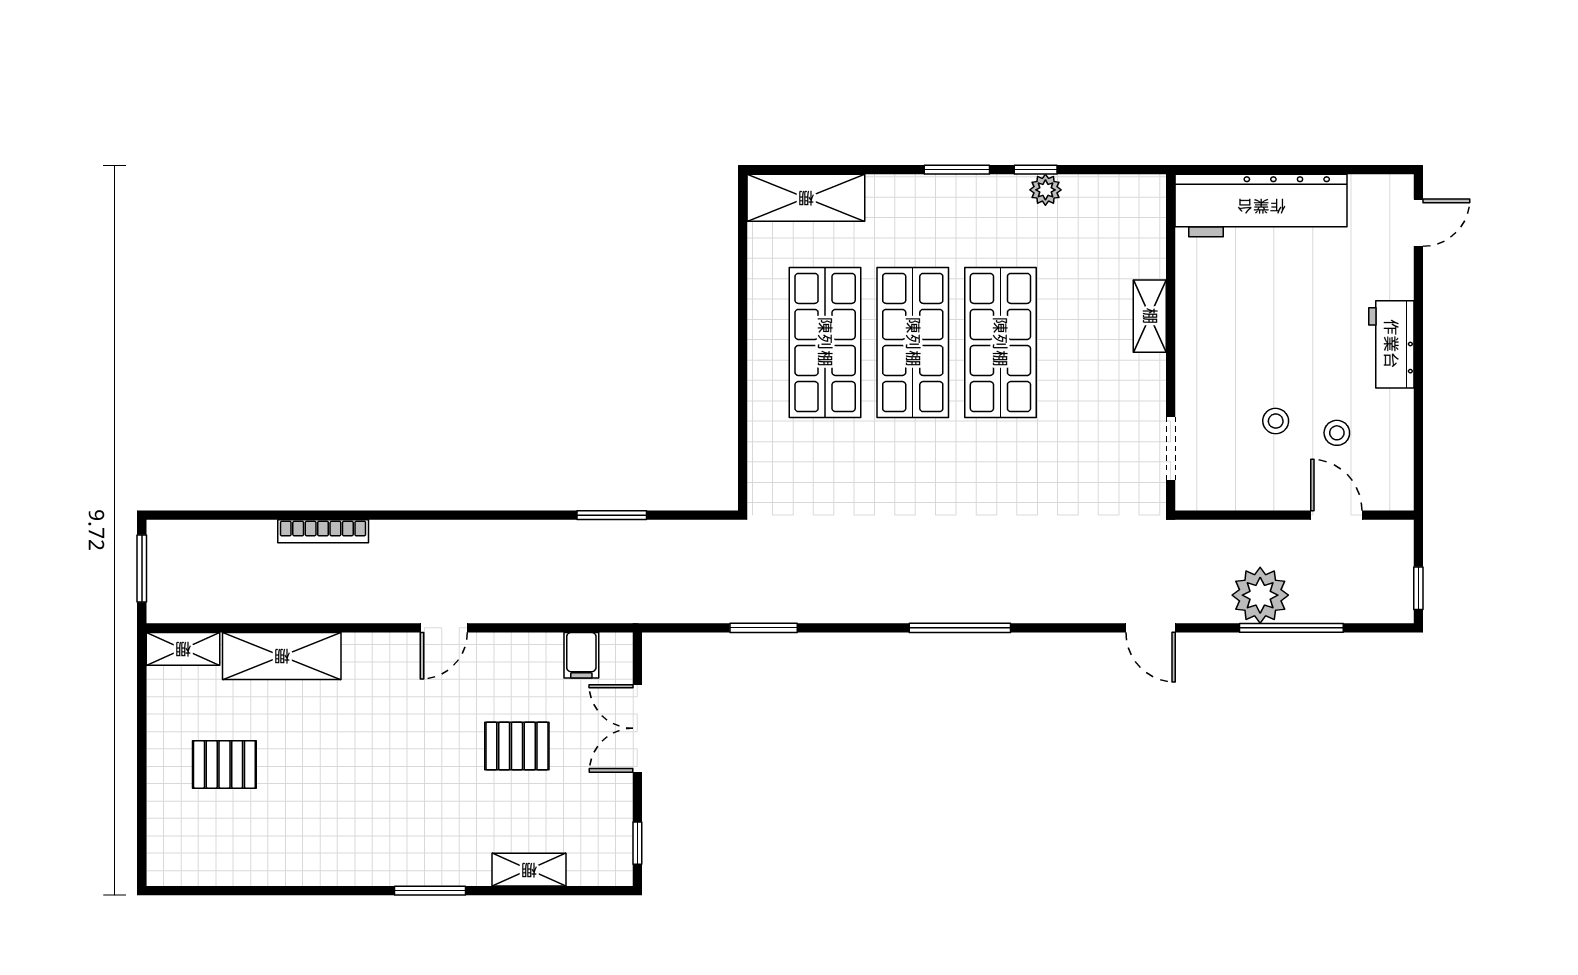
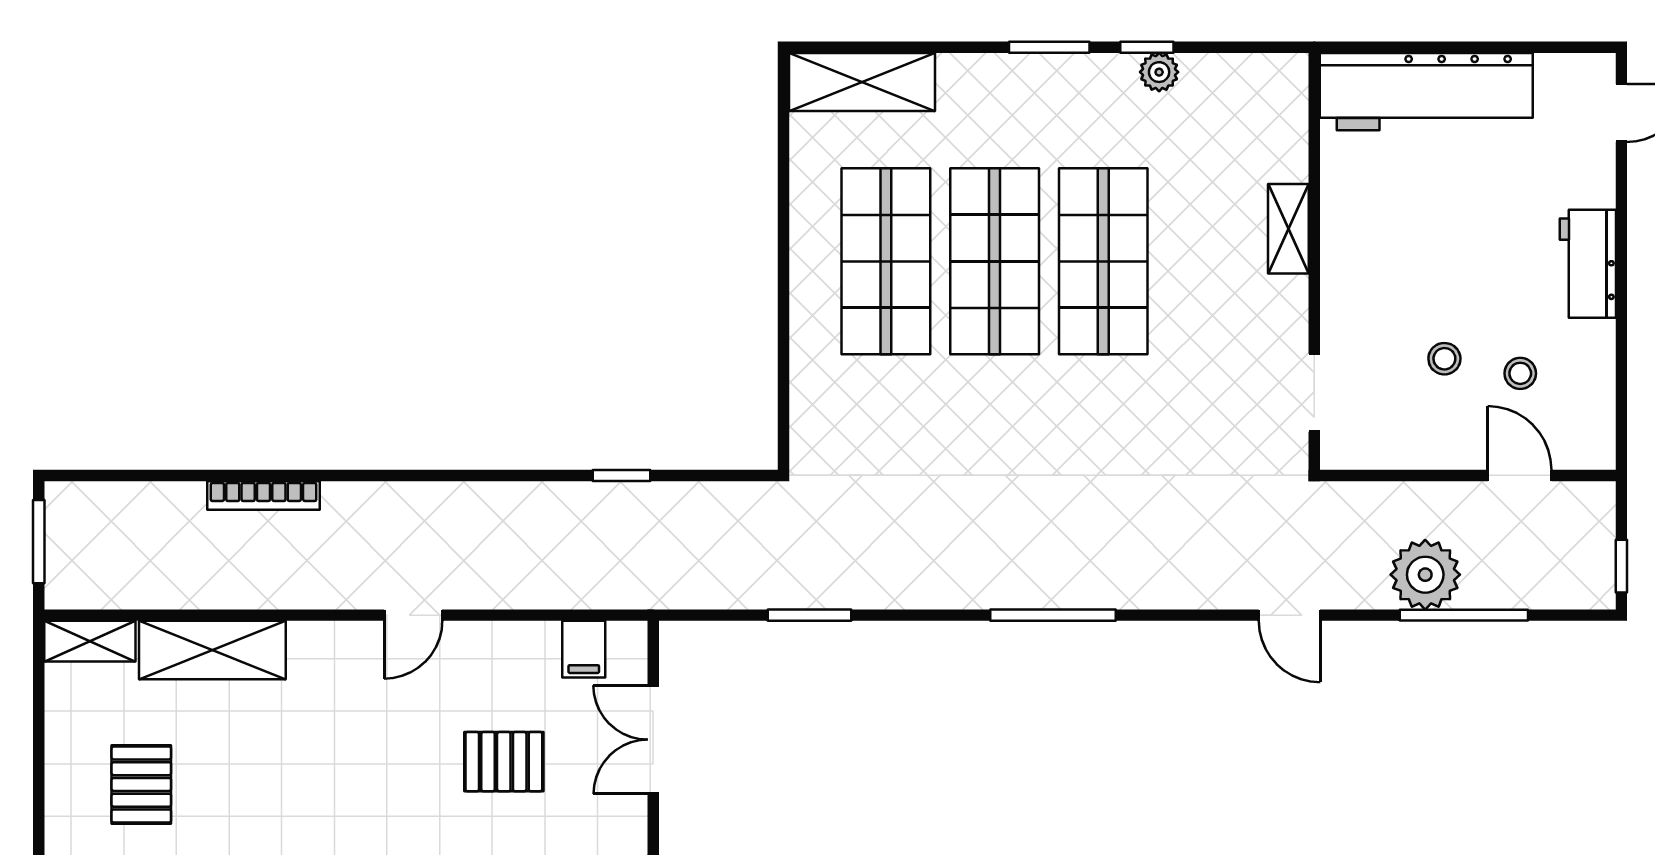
window: (612, 515) -> (621, 475), width x0.67
pallet: (224, 764) -> (141, 784), turned 90

